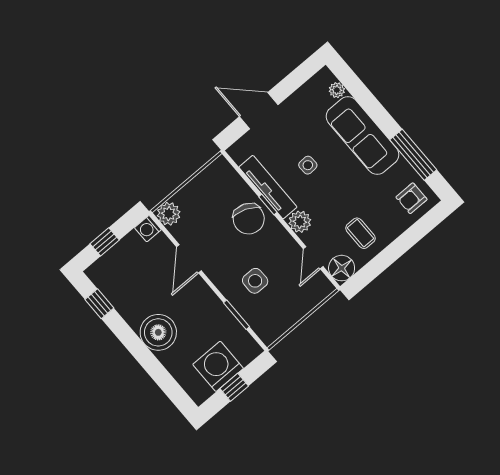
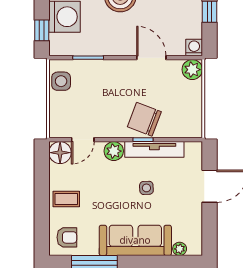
armchair: (412, 198) -> (67, 237), turned 90
coffee table: (360, 233) -> (66, 199), moved
door: (313, 258) -> (83, 140), swing flipped
side table: (255, 281) -> (61, 81), moved
window: (234, 387) -> (42, 30), moved

